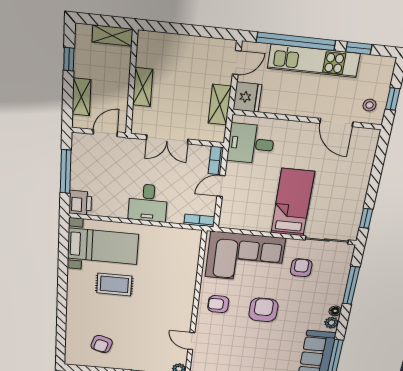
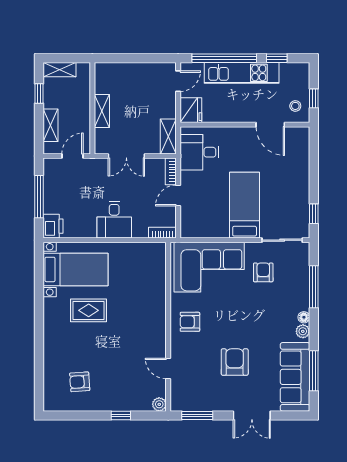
shelving: (112, 36) -> (59, 70), moved
shelving: (220, 105) -> (168, 136), moved
armchair: (263, 310) -> (235, 362), moved
armchair: (102, 344) -> (80, 382), turned 70

